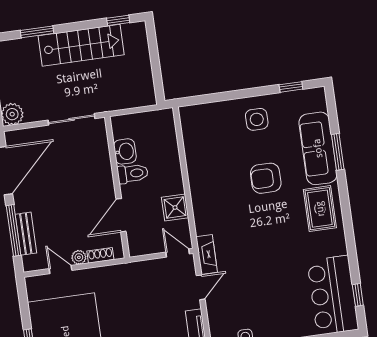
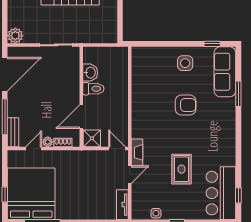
sofa: (318, 148) -> (225, 72), moved
armchair: (266, 178) -> (186, 105), turned 180
shower: (175, 207) -> (92, 138), moved
rug: (320, 209) -> (181, 169), moved
bench: (26, 234) -> (13, 132), moved
door: (60, 270) -> (34, 149), hinge flipped

